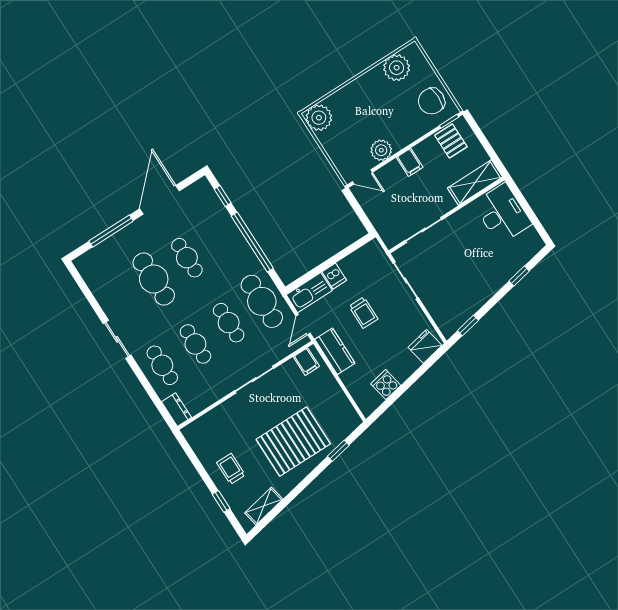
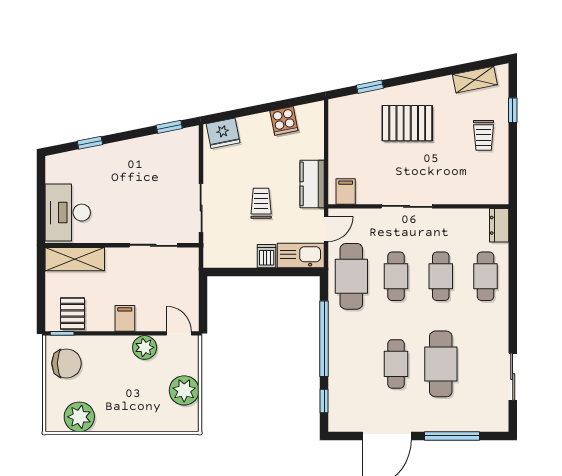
plant: (319, 118) -> (184, 390), moved
sliding door: (117, 339) -> (513, 377), moved
pallet: (293, 442) -> (407, 123), width x0.73, depth x0.71

